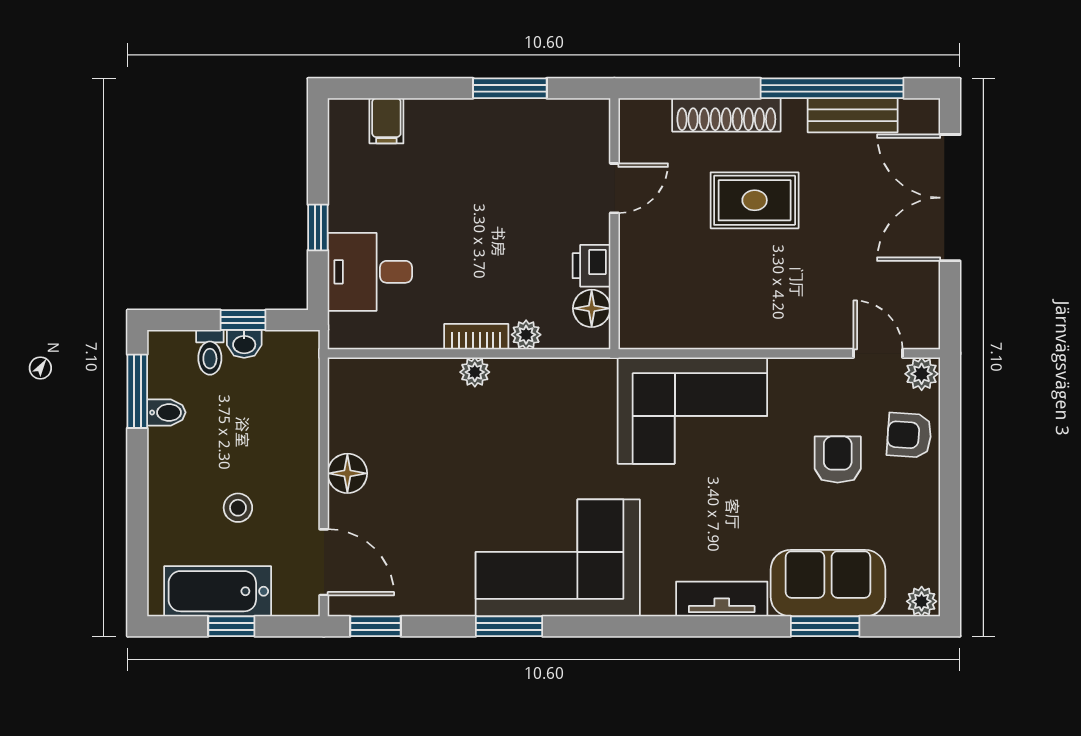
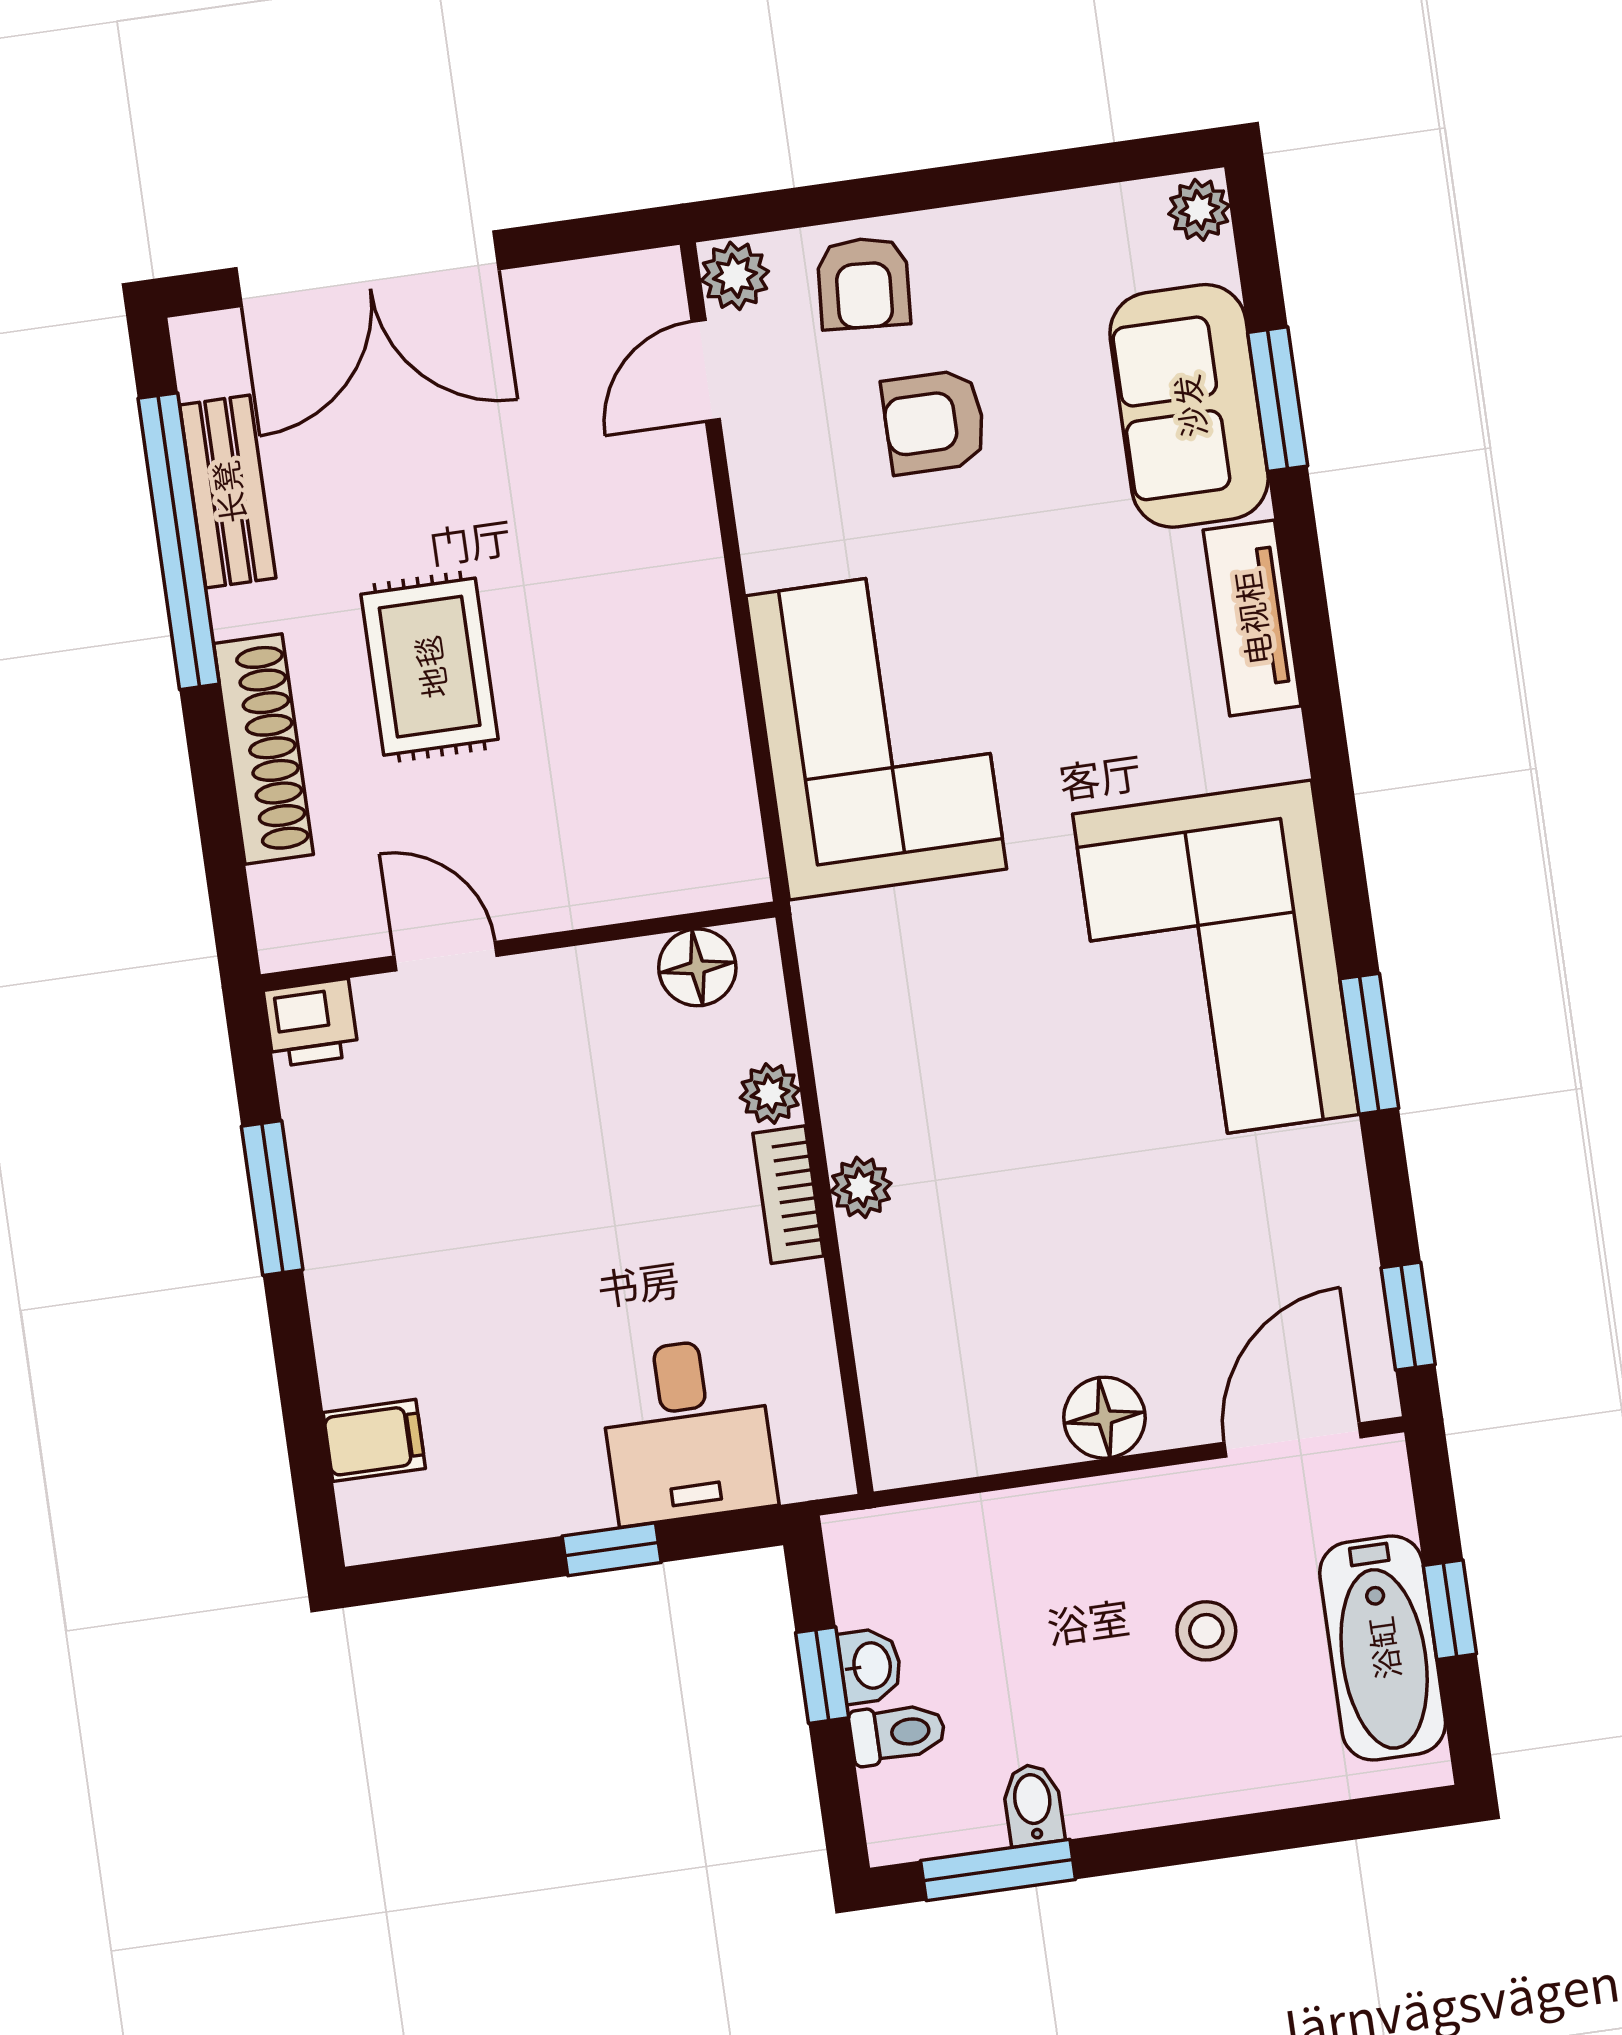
printer: (591, 266) -> (311, 1023), moved

